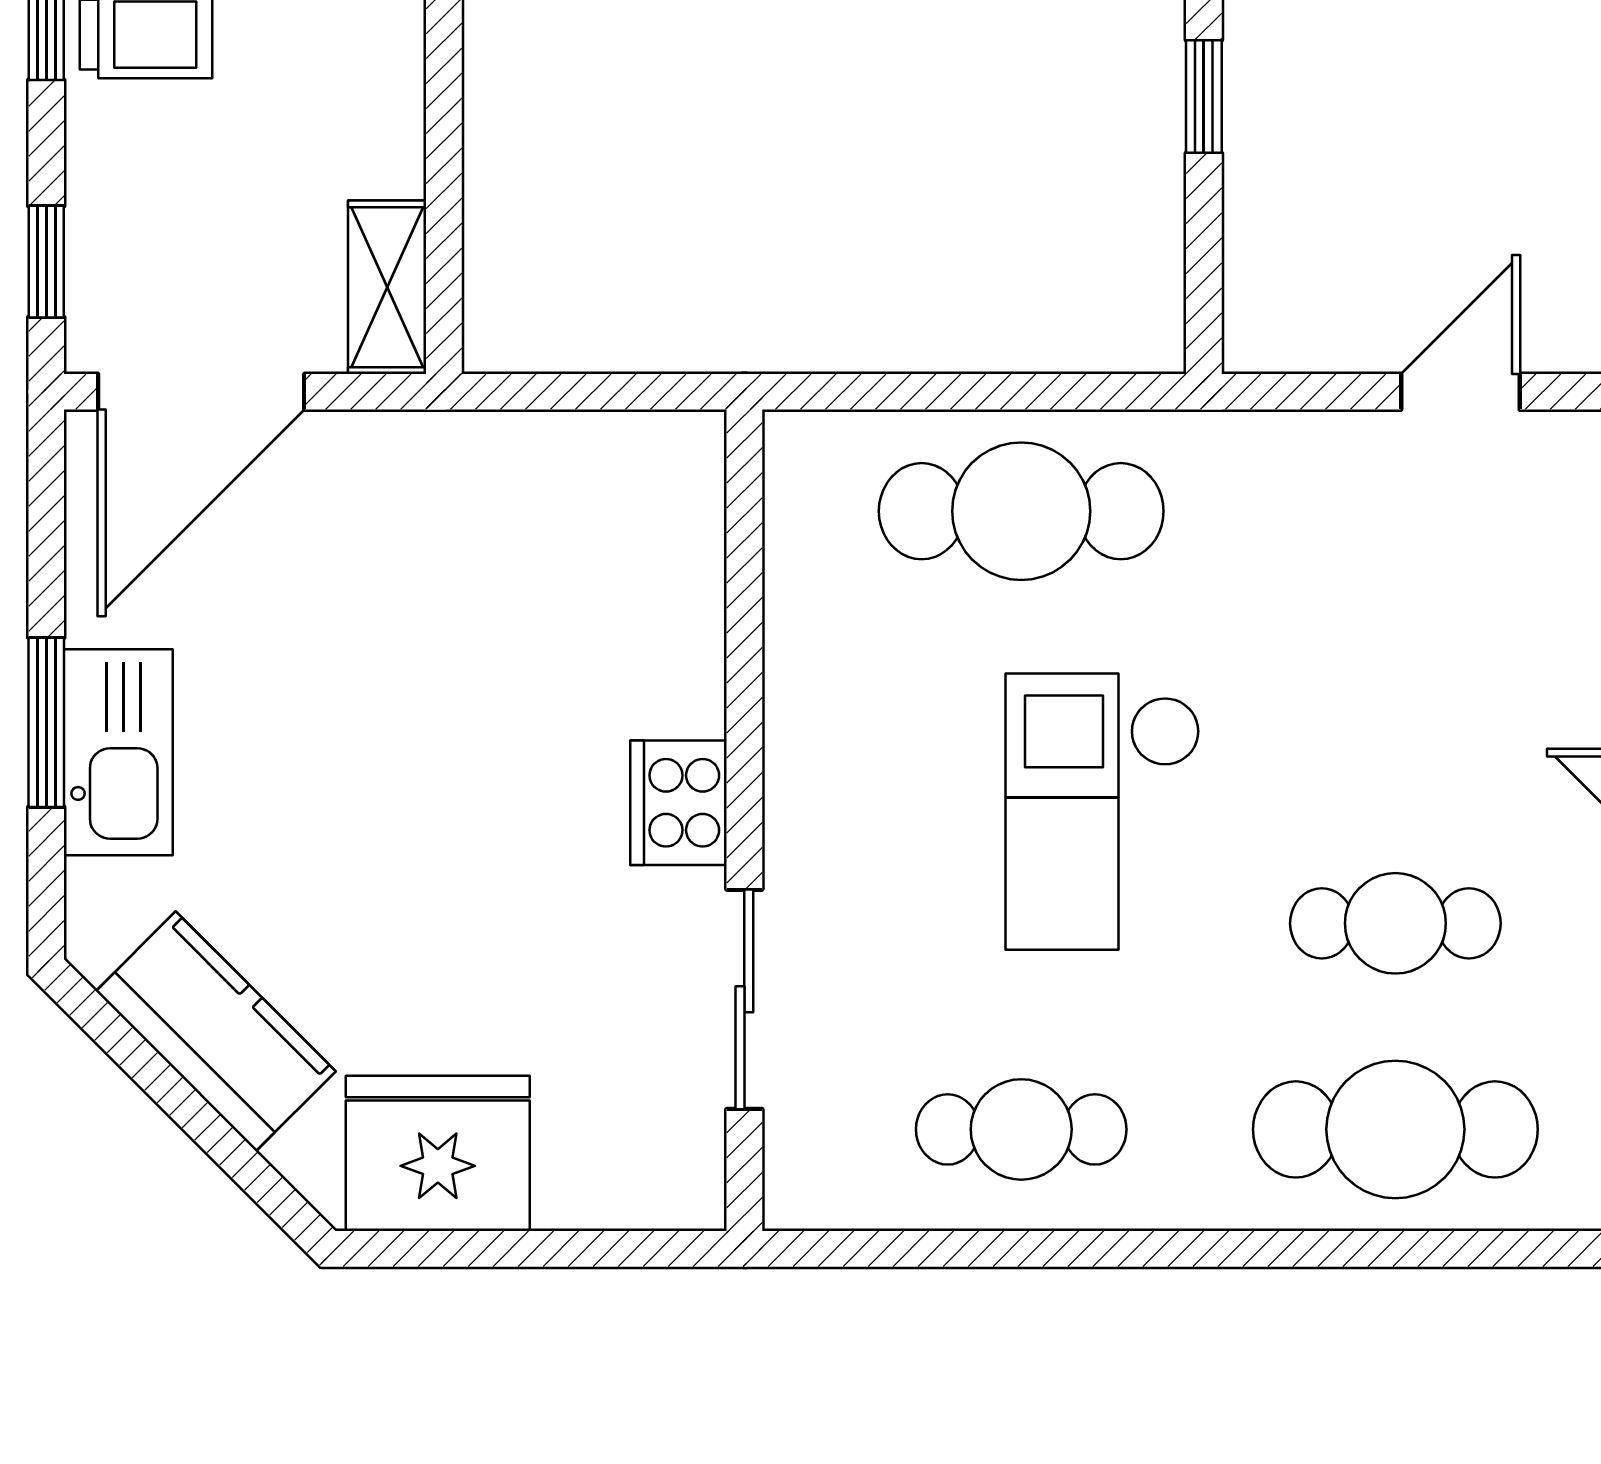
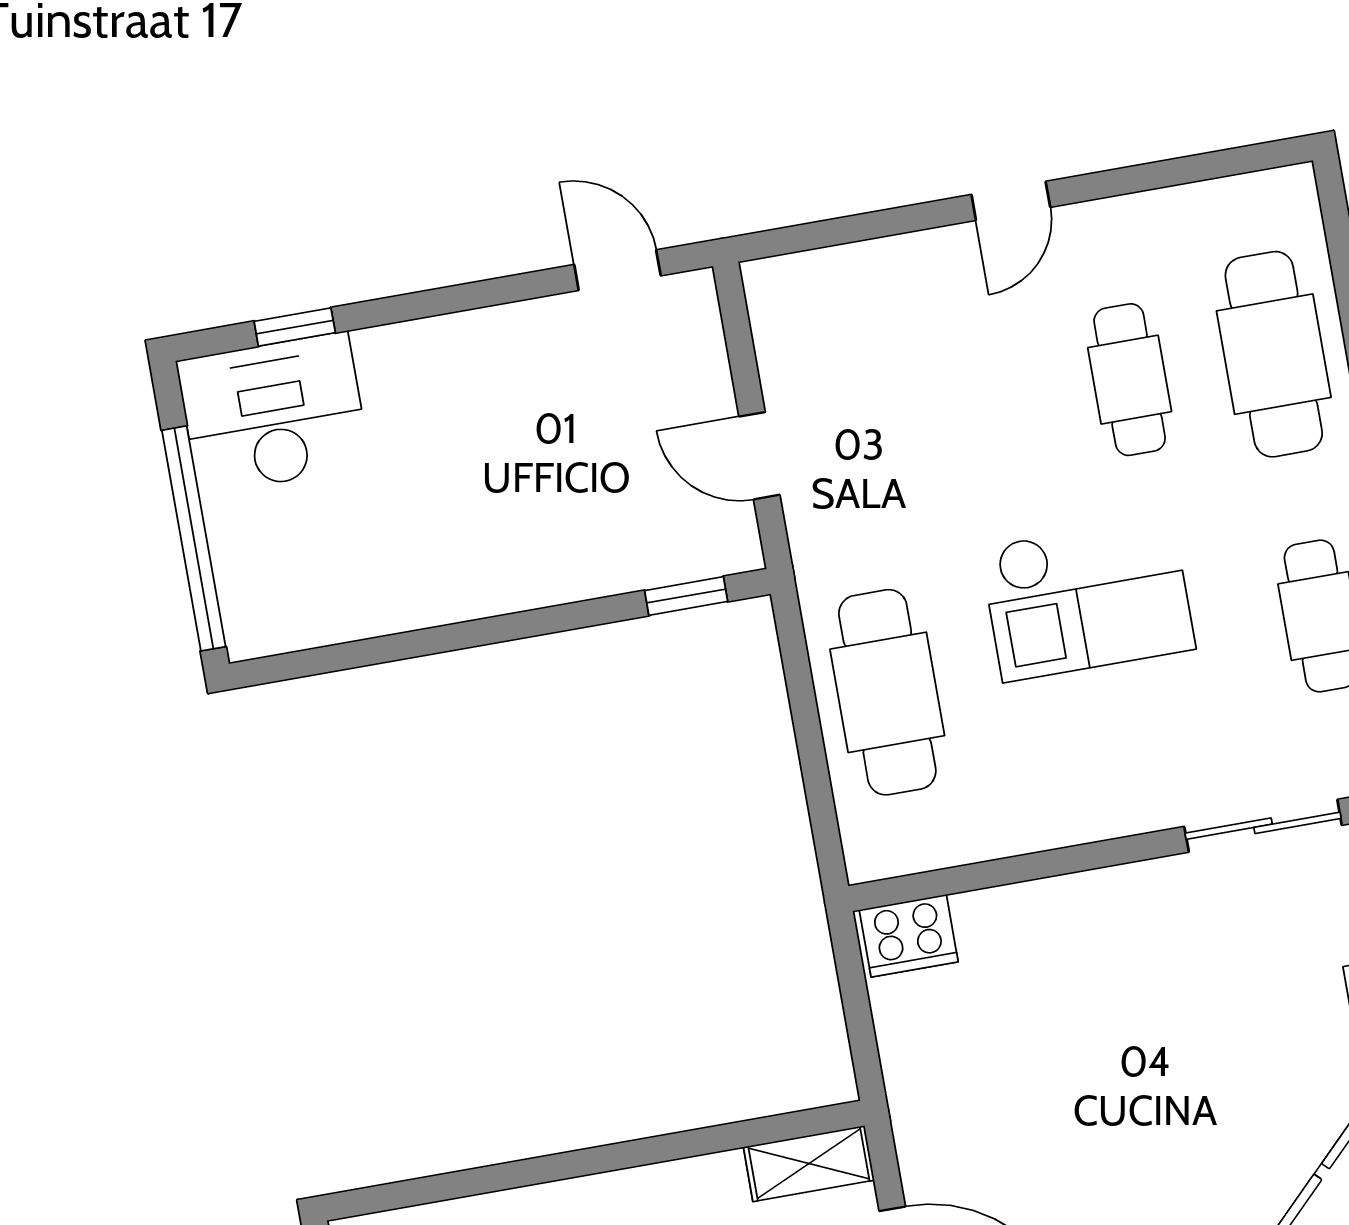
window: (1204, 97) -> (686, 596), moved
door: (1460, 392) -> (759, 456), moved
cooker: (678, 803) -> (909, 936), moved

